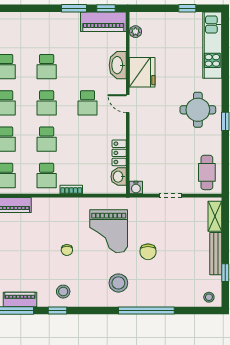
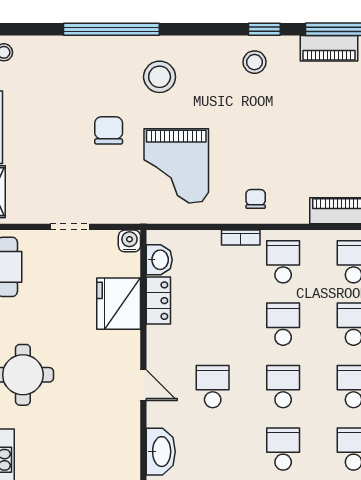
fridge: (142, 72) -> (119, 304), moved
grand piano: (109, 231) -> (176, 166), turned 180
chair: (67, 250) -> (256, 199), moved

